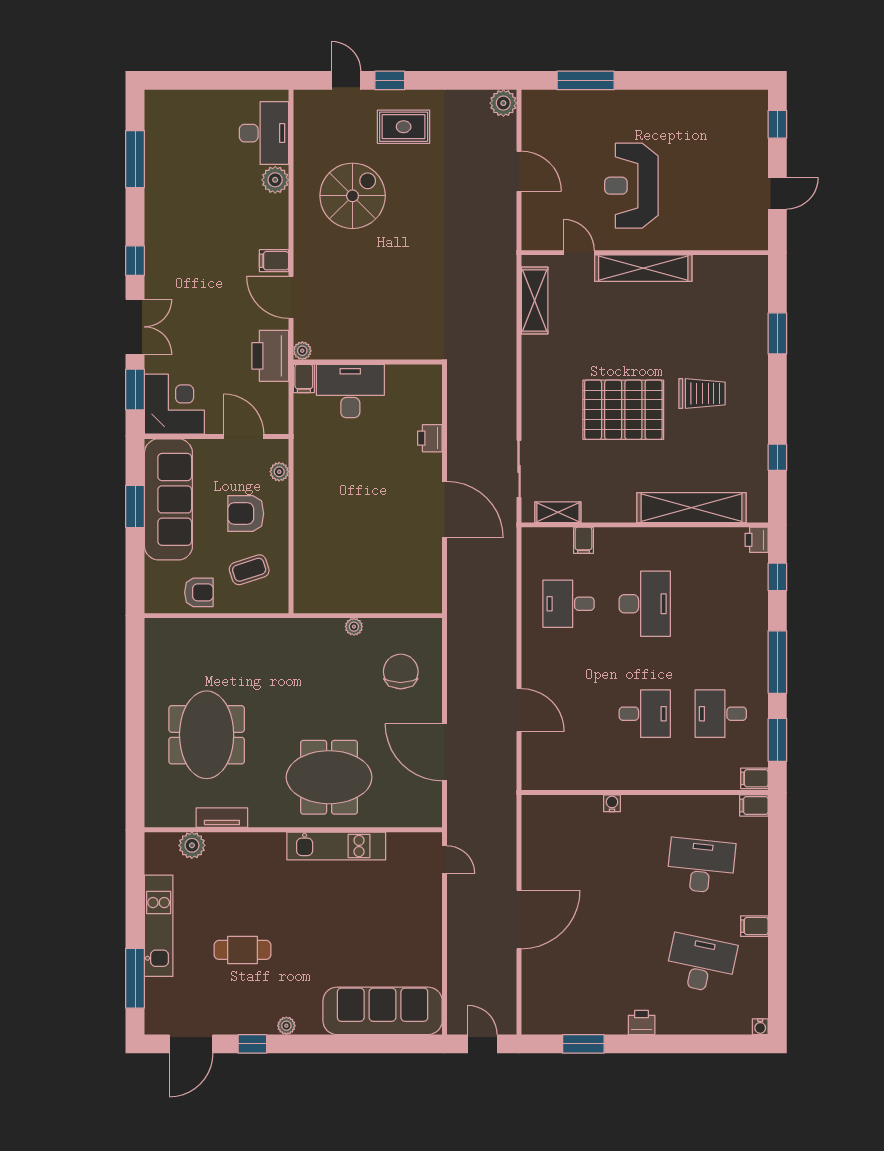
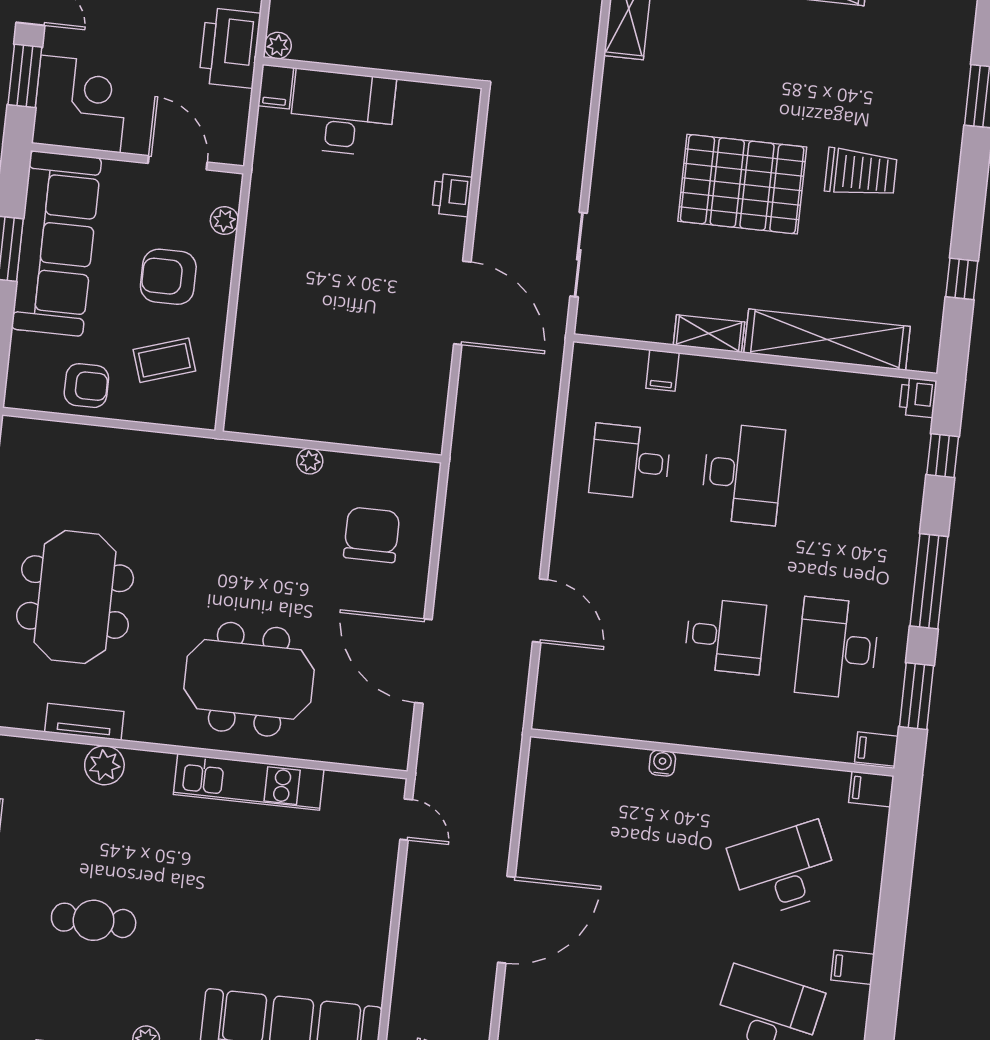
shelving: (558, 512) -> (709, 334), moved
desk: (721, 714) -> (837, 648), width x1.37
plant: (192, 845) -> (104, 765), moved
desk: (701, 866) -> (784, 869), turned -30

